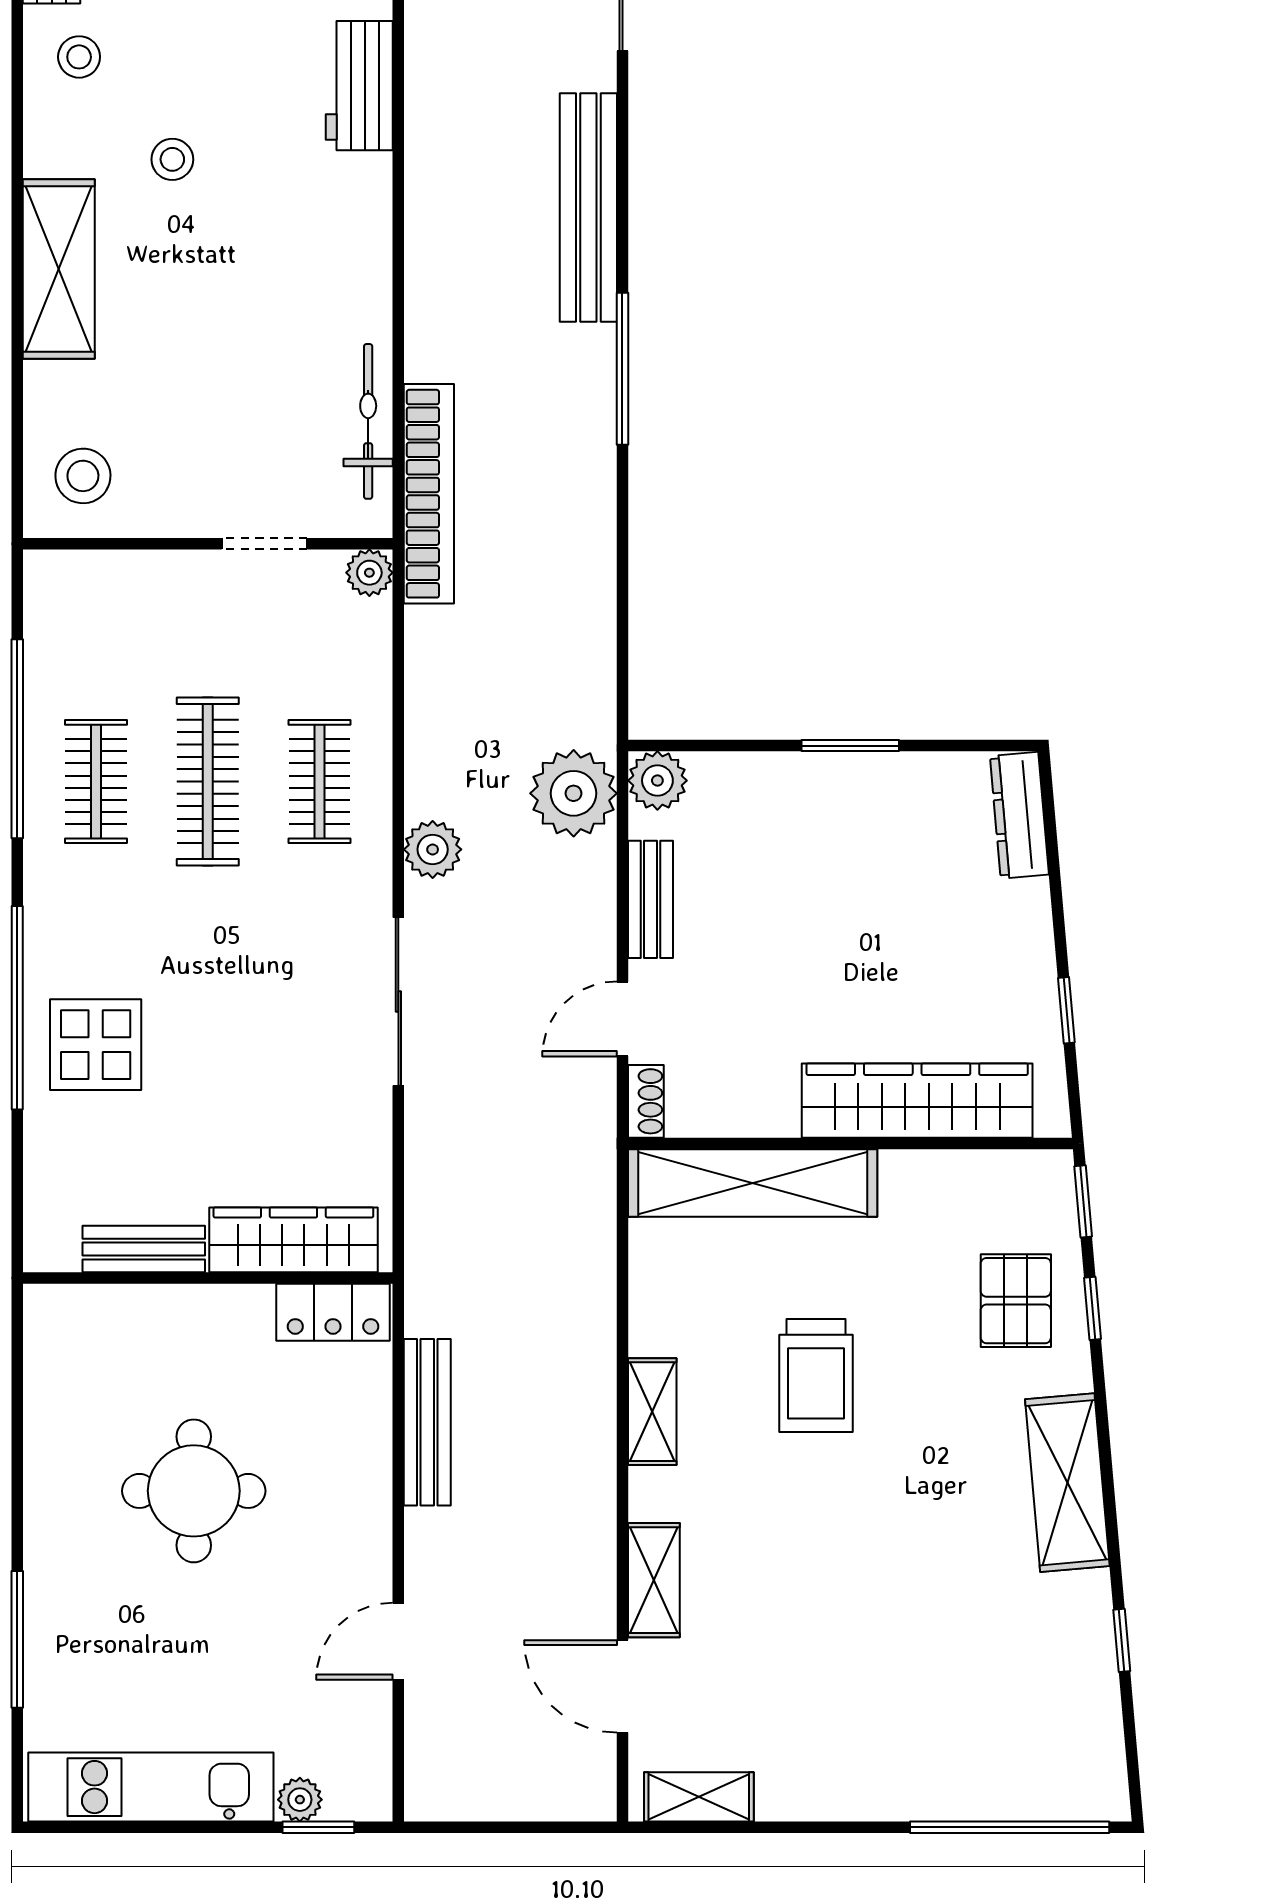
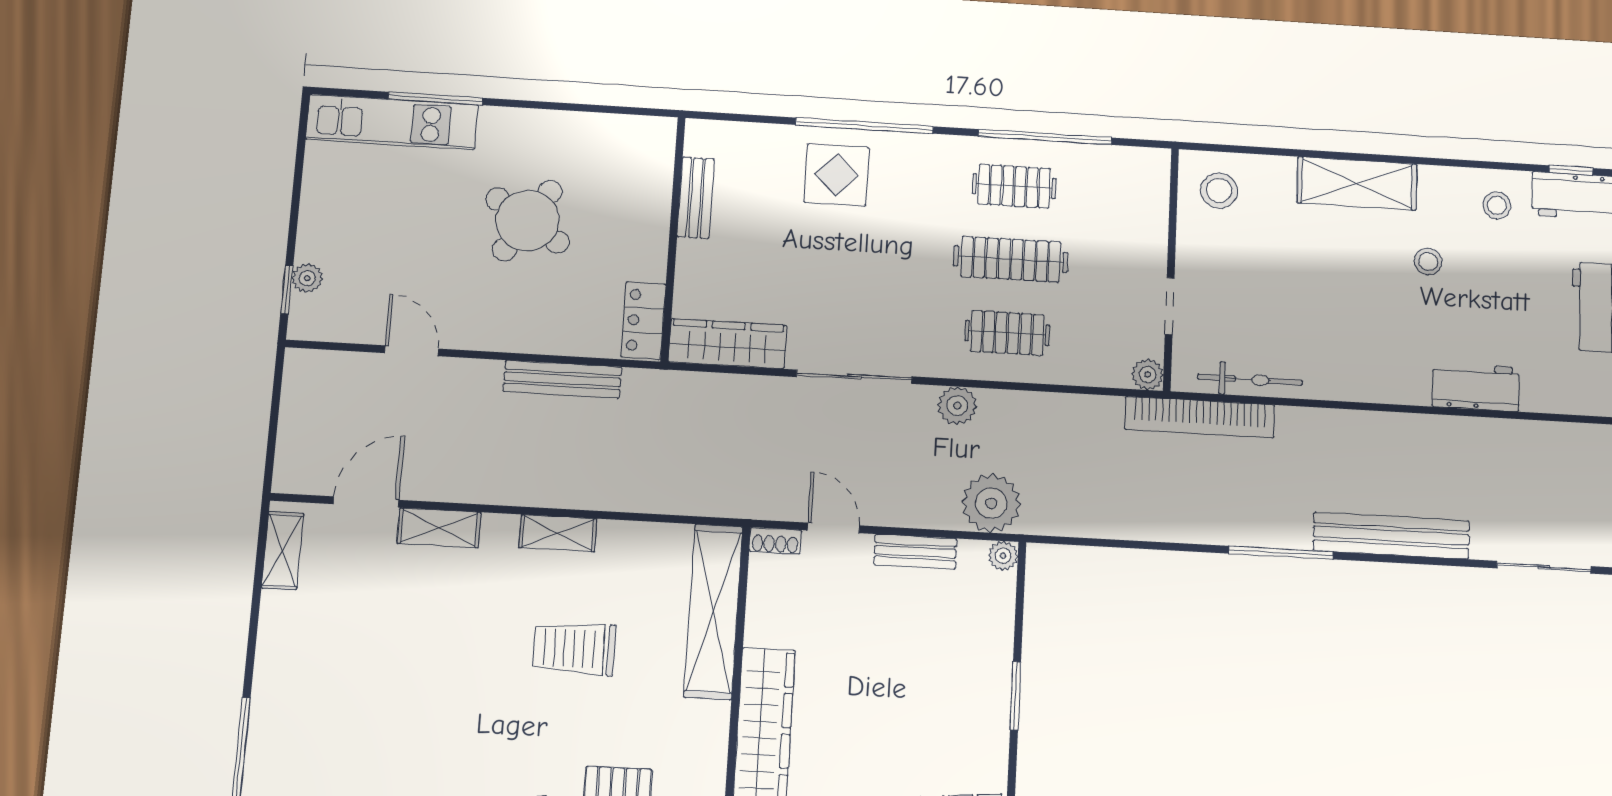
plant: (657, 781) -> (1003, 556), width x0.73, depth x0.73
wardrobe: (293, 1240) -> (728, 344), moved, turned -90
round table: (194, 1491) -> (527, 220), turned 33
kitchen unit: (151, 1787) -> (392, 122), moved, turned 90

